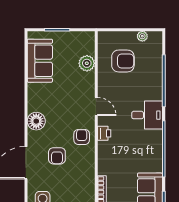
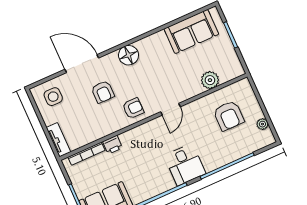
printer: (104, 133) -> (112, 145), moved
armchair: (57, 156) -> (103, 92), turned -90

